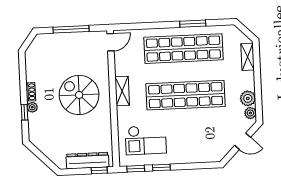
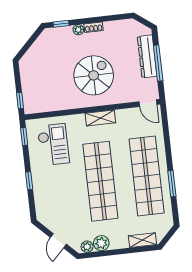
window: (24, 112) -> (61, 24), moved
checkout: (146, 140) -> (53, 145), turned 180
dresser: (87, 161) -> (147, 56), moved, turned 180
window: (161, 167) -> (29, 181), moved

